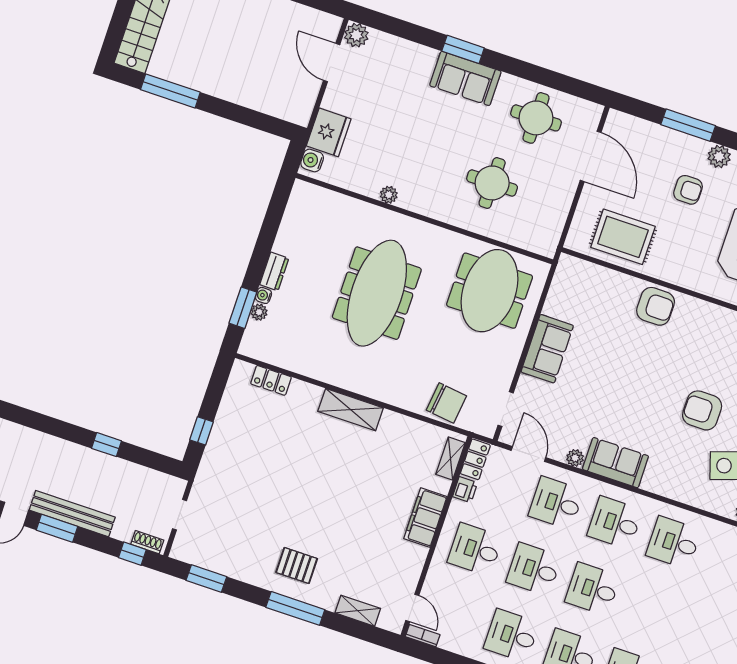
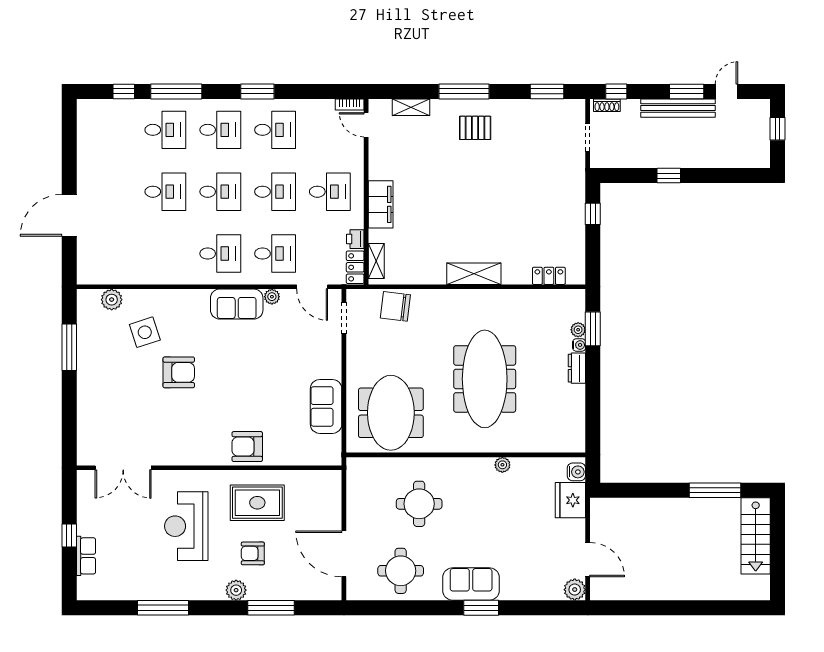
rug: (623, 237) -> (257, 503), moved
sofa: (547, 349) -> (326, 406), moved
desk: (674, 543) -> (165, 192), moved

